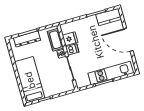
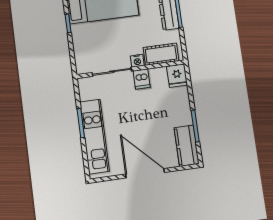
fridge: (70, 39) -> (177, 76), moved
door: (128, 40) -> (145, 173), hinge flipped

